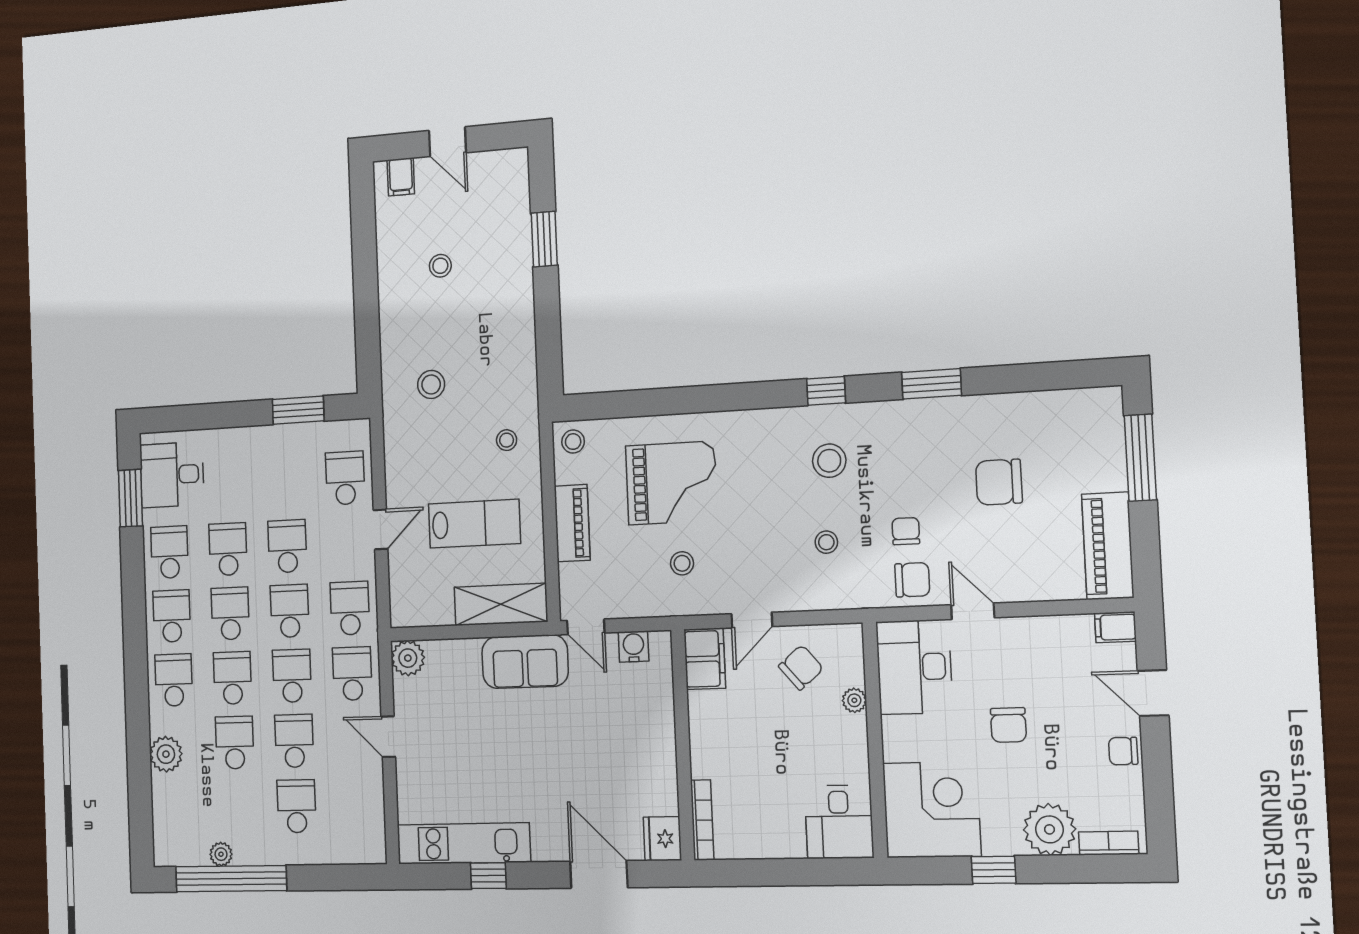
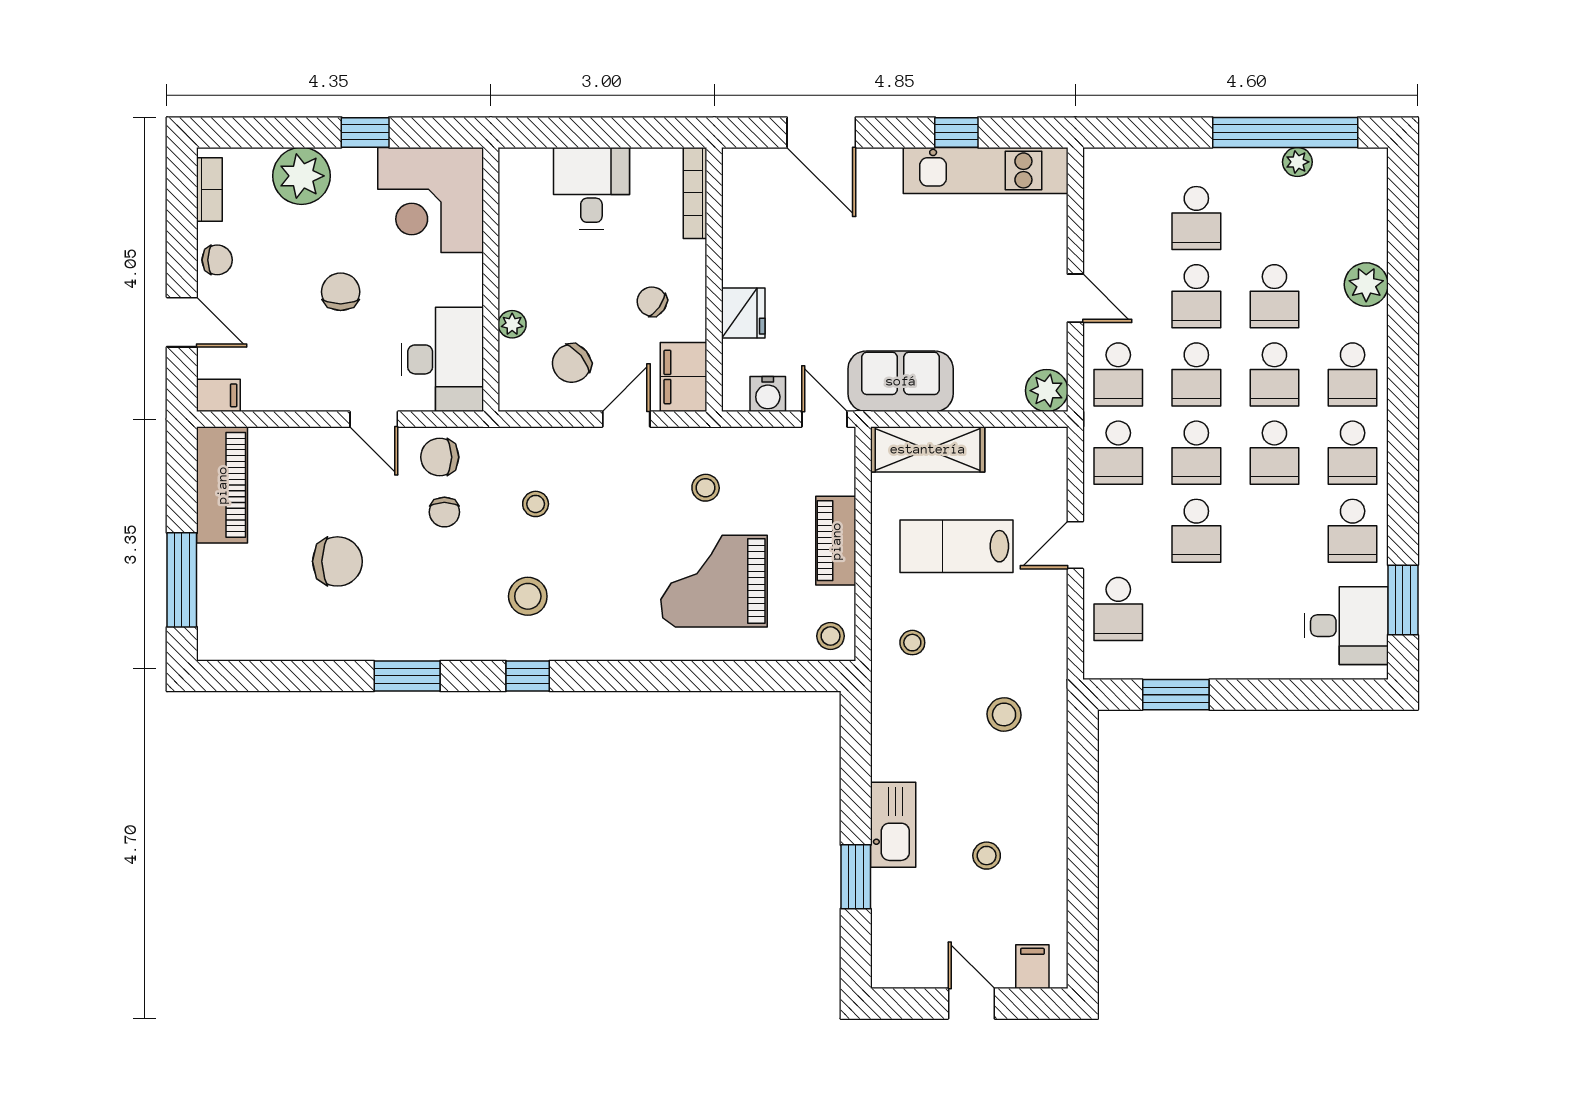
kitchen sink: (516, 285) -> (893, 825), added
school desk: (228, 549) -> (1274, 531), removed
chair: (735, 724) -> (652, 302), added
desk: (839, 822) -> (591, 188), moved
fridge: (662, 839) -> (743, 313), moved
bookcase: (1109, 843) -> (209, 189), moved, turned -90

